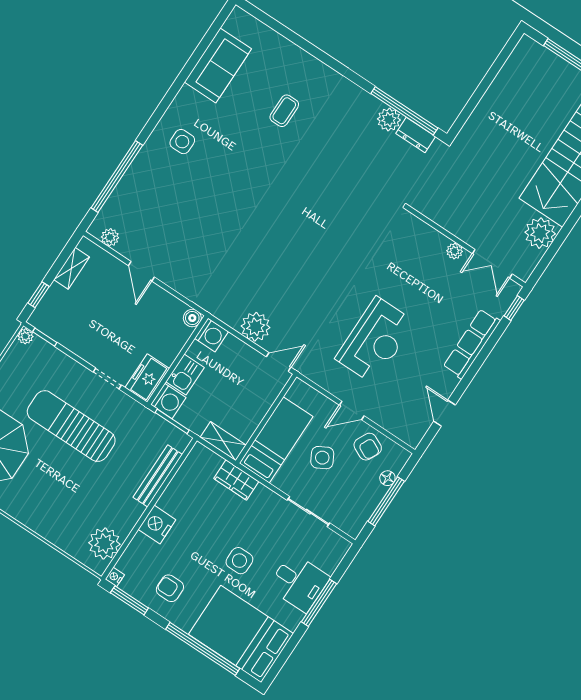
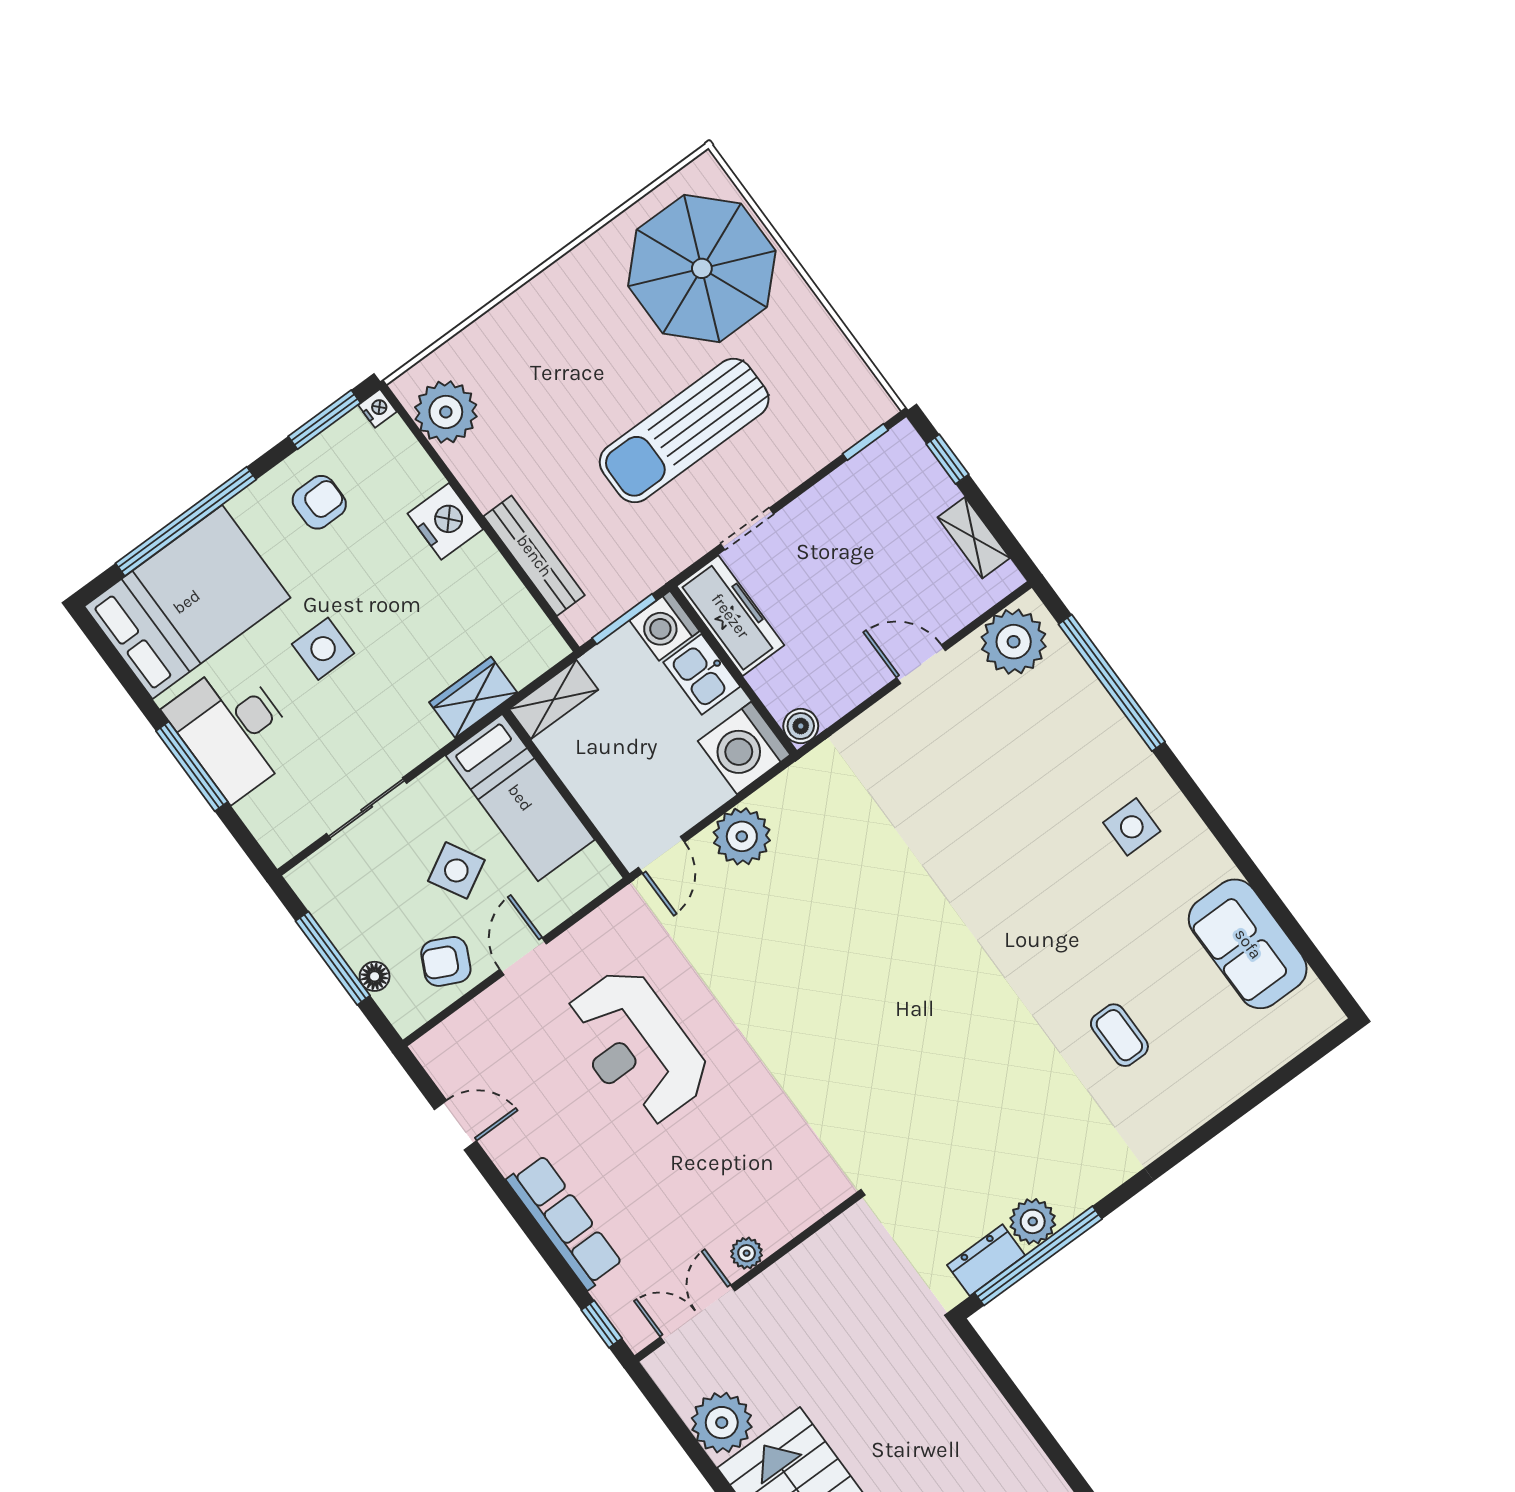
plant: (110, 237) -> (1014, 642), width x1.88, depth x1.88
washing machine: (211, 335) -> (744, 748), width x1.37, depth x1.37
plant: (25, 336) -> (880, 407), removed
freezer: (147, 378) -> (730, 616), width x1.40
sun lounger: (71, 426) -> (684, 430), turned 180
desk: (299, 582) -> (233, 730), width x1.37

